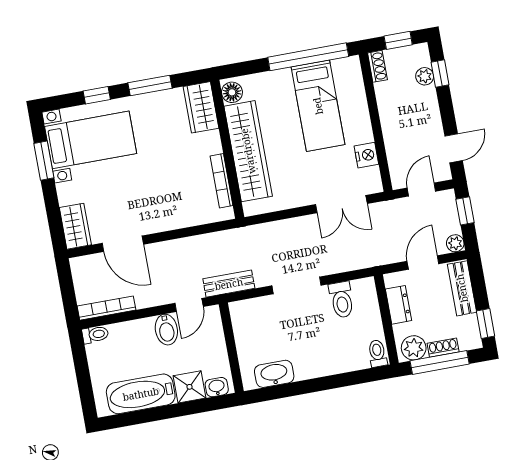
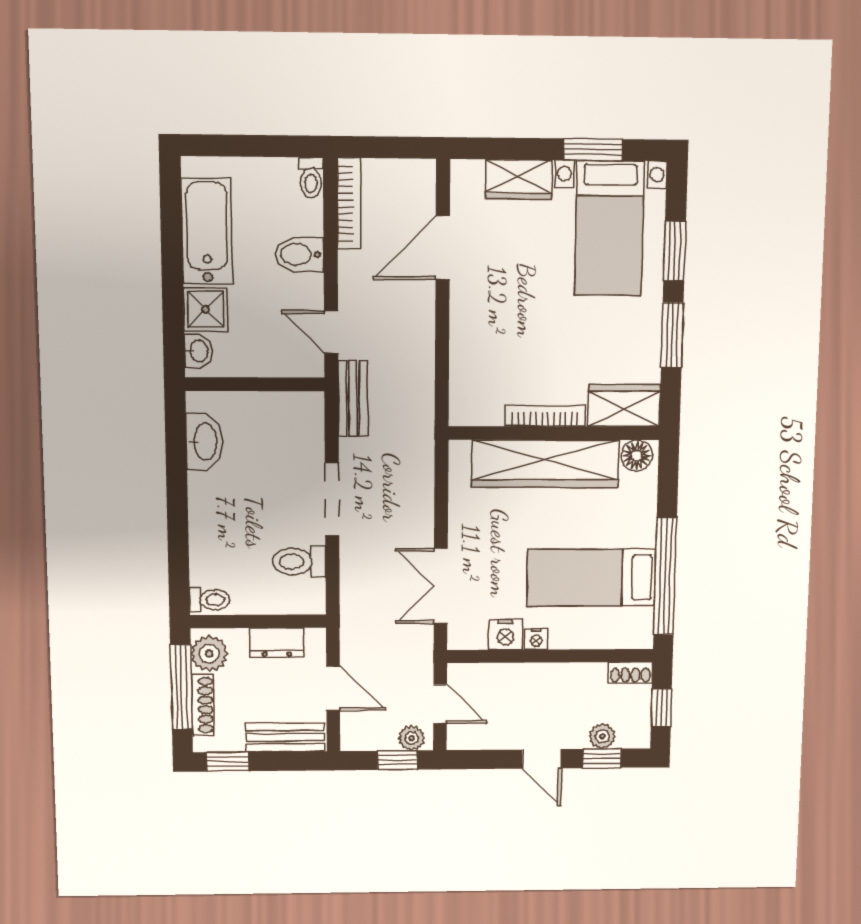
window: (97, 95) -> (675, 251), width x1.50
nightstand: (366, 134) -> (536, 639), added
door: (454, 148) -> (542, 759), moved
bookcase: (221, 181) -> (545, 416), moved
wardrobe: (75, 226) -> (519, 179), moved
plant: (455, 243) -> (412, 738), moved
bidet: (166, 330) -> (299, 254), moved
shoe rack: (443, 348) -> (203, 705), width x1.43

